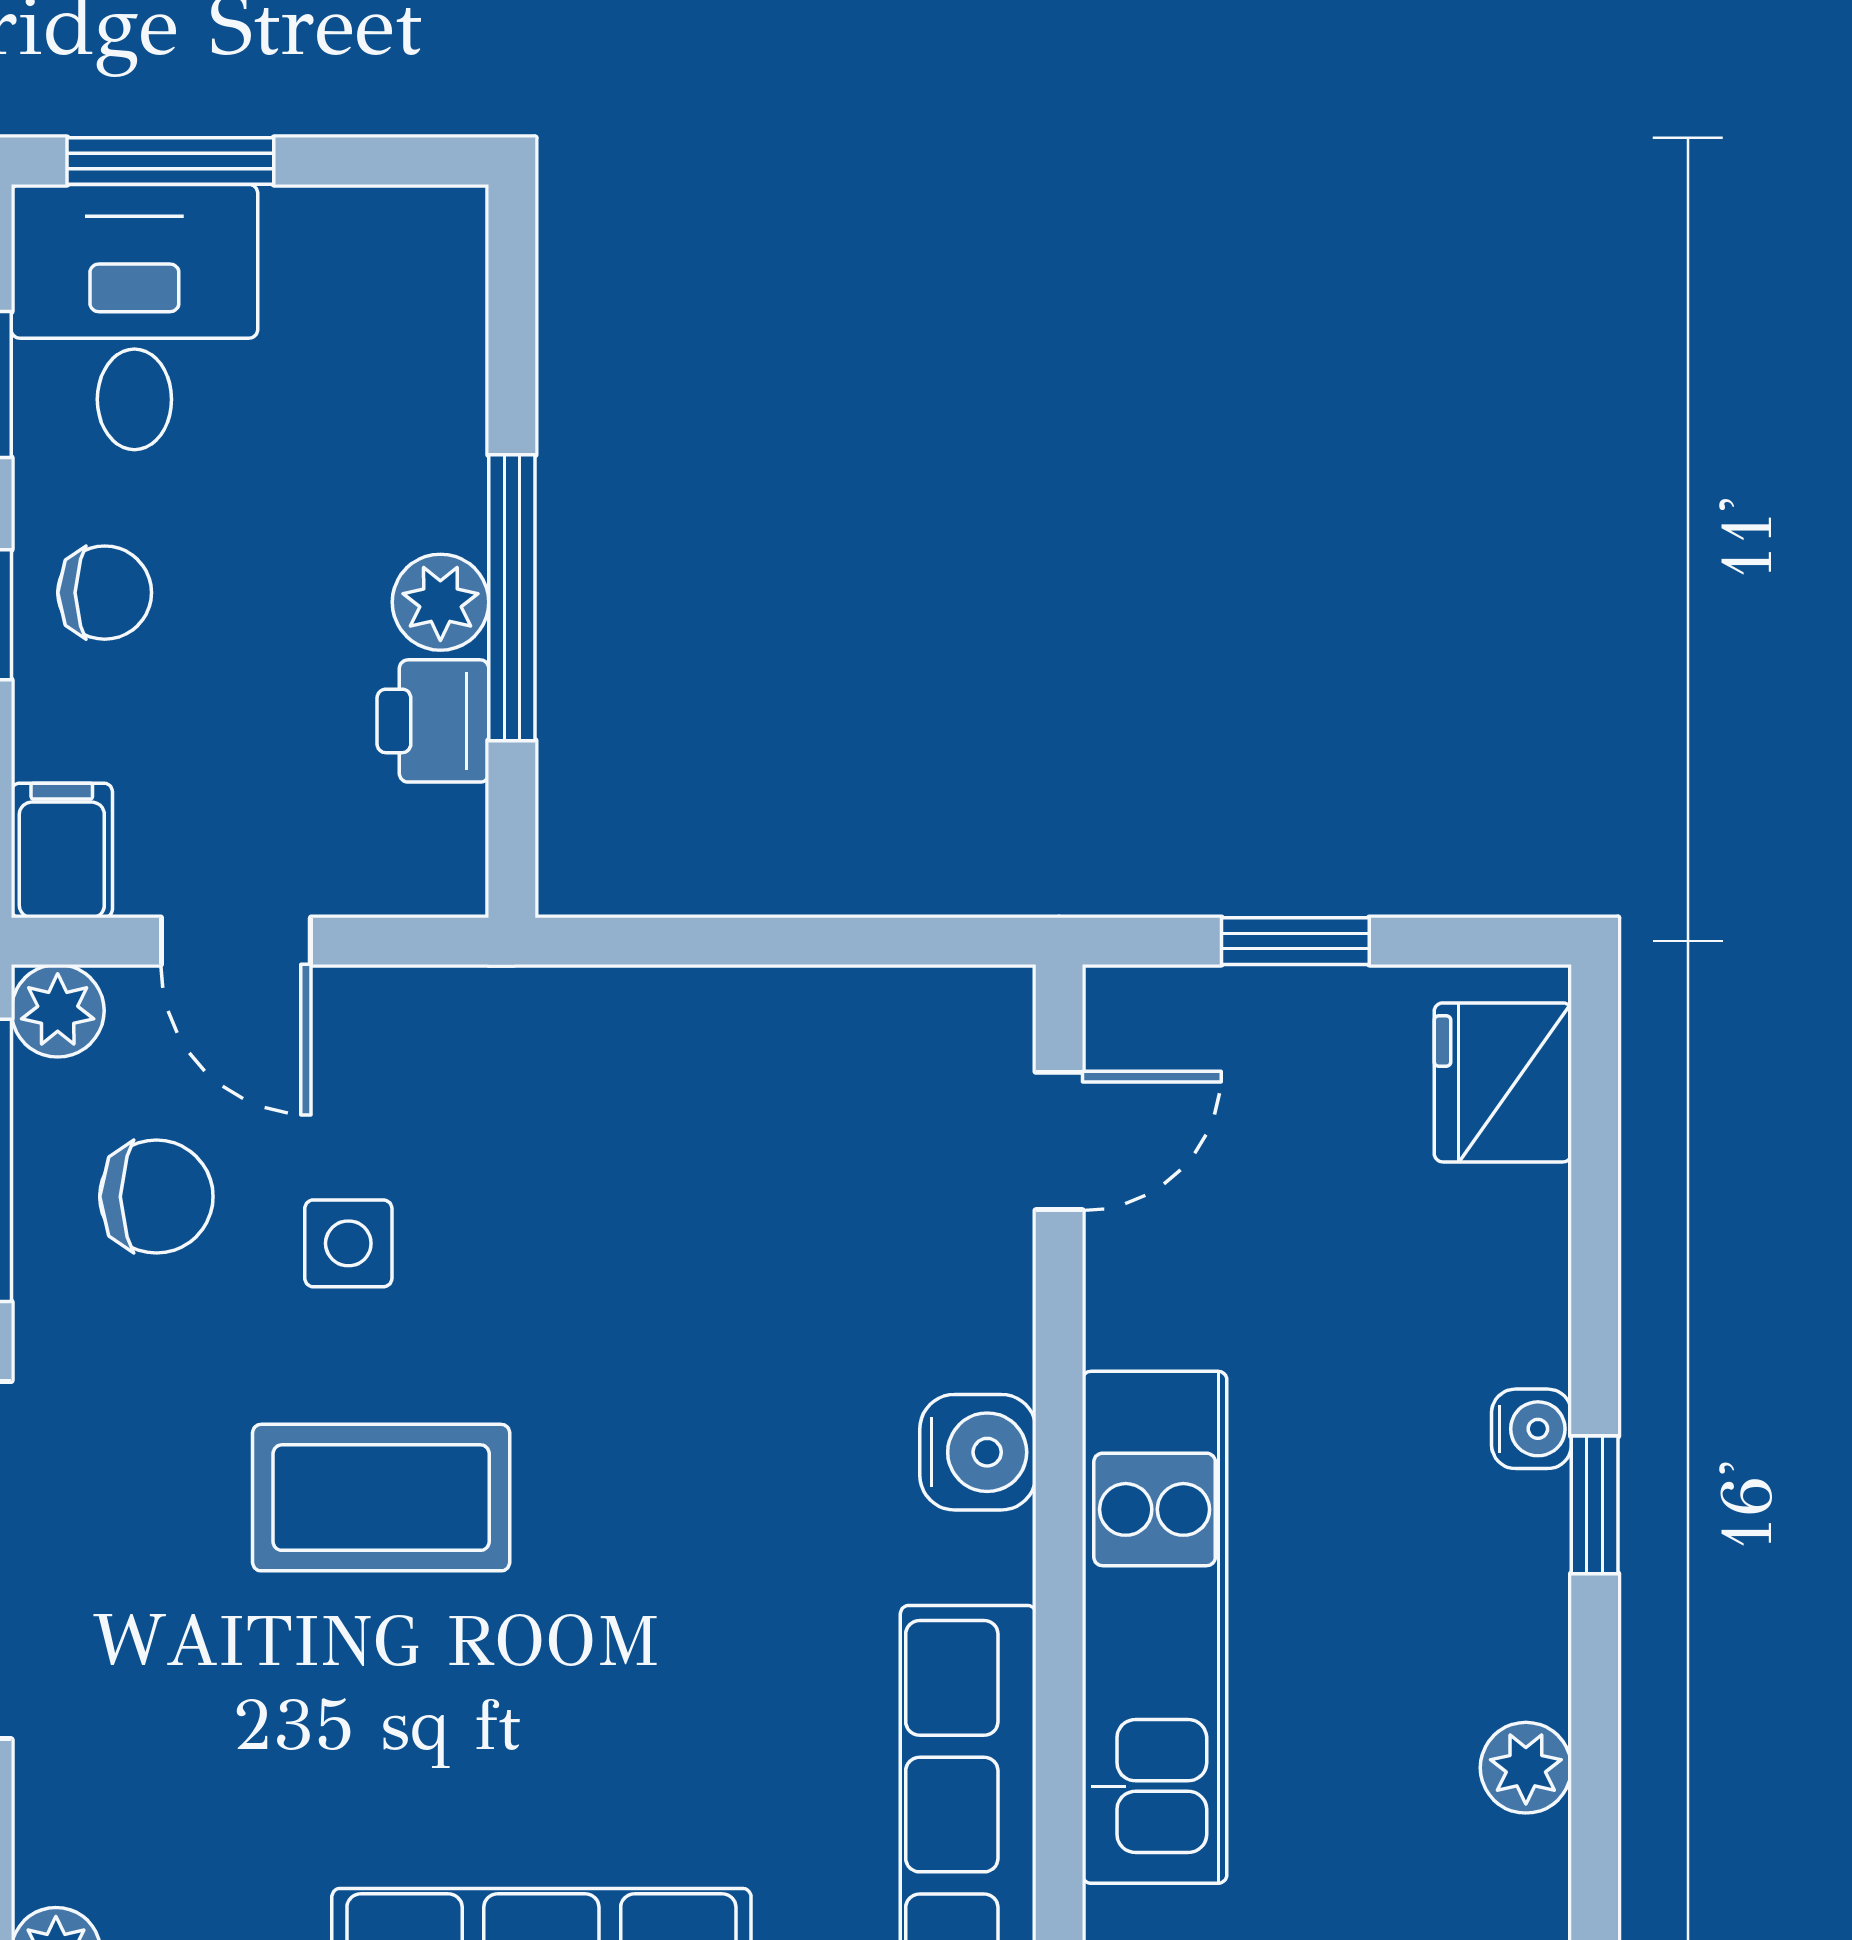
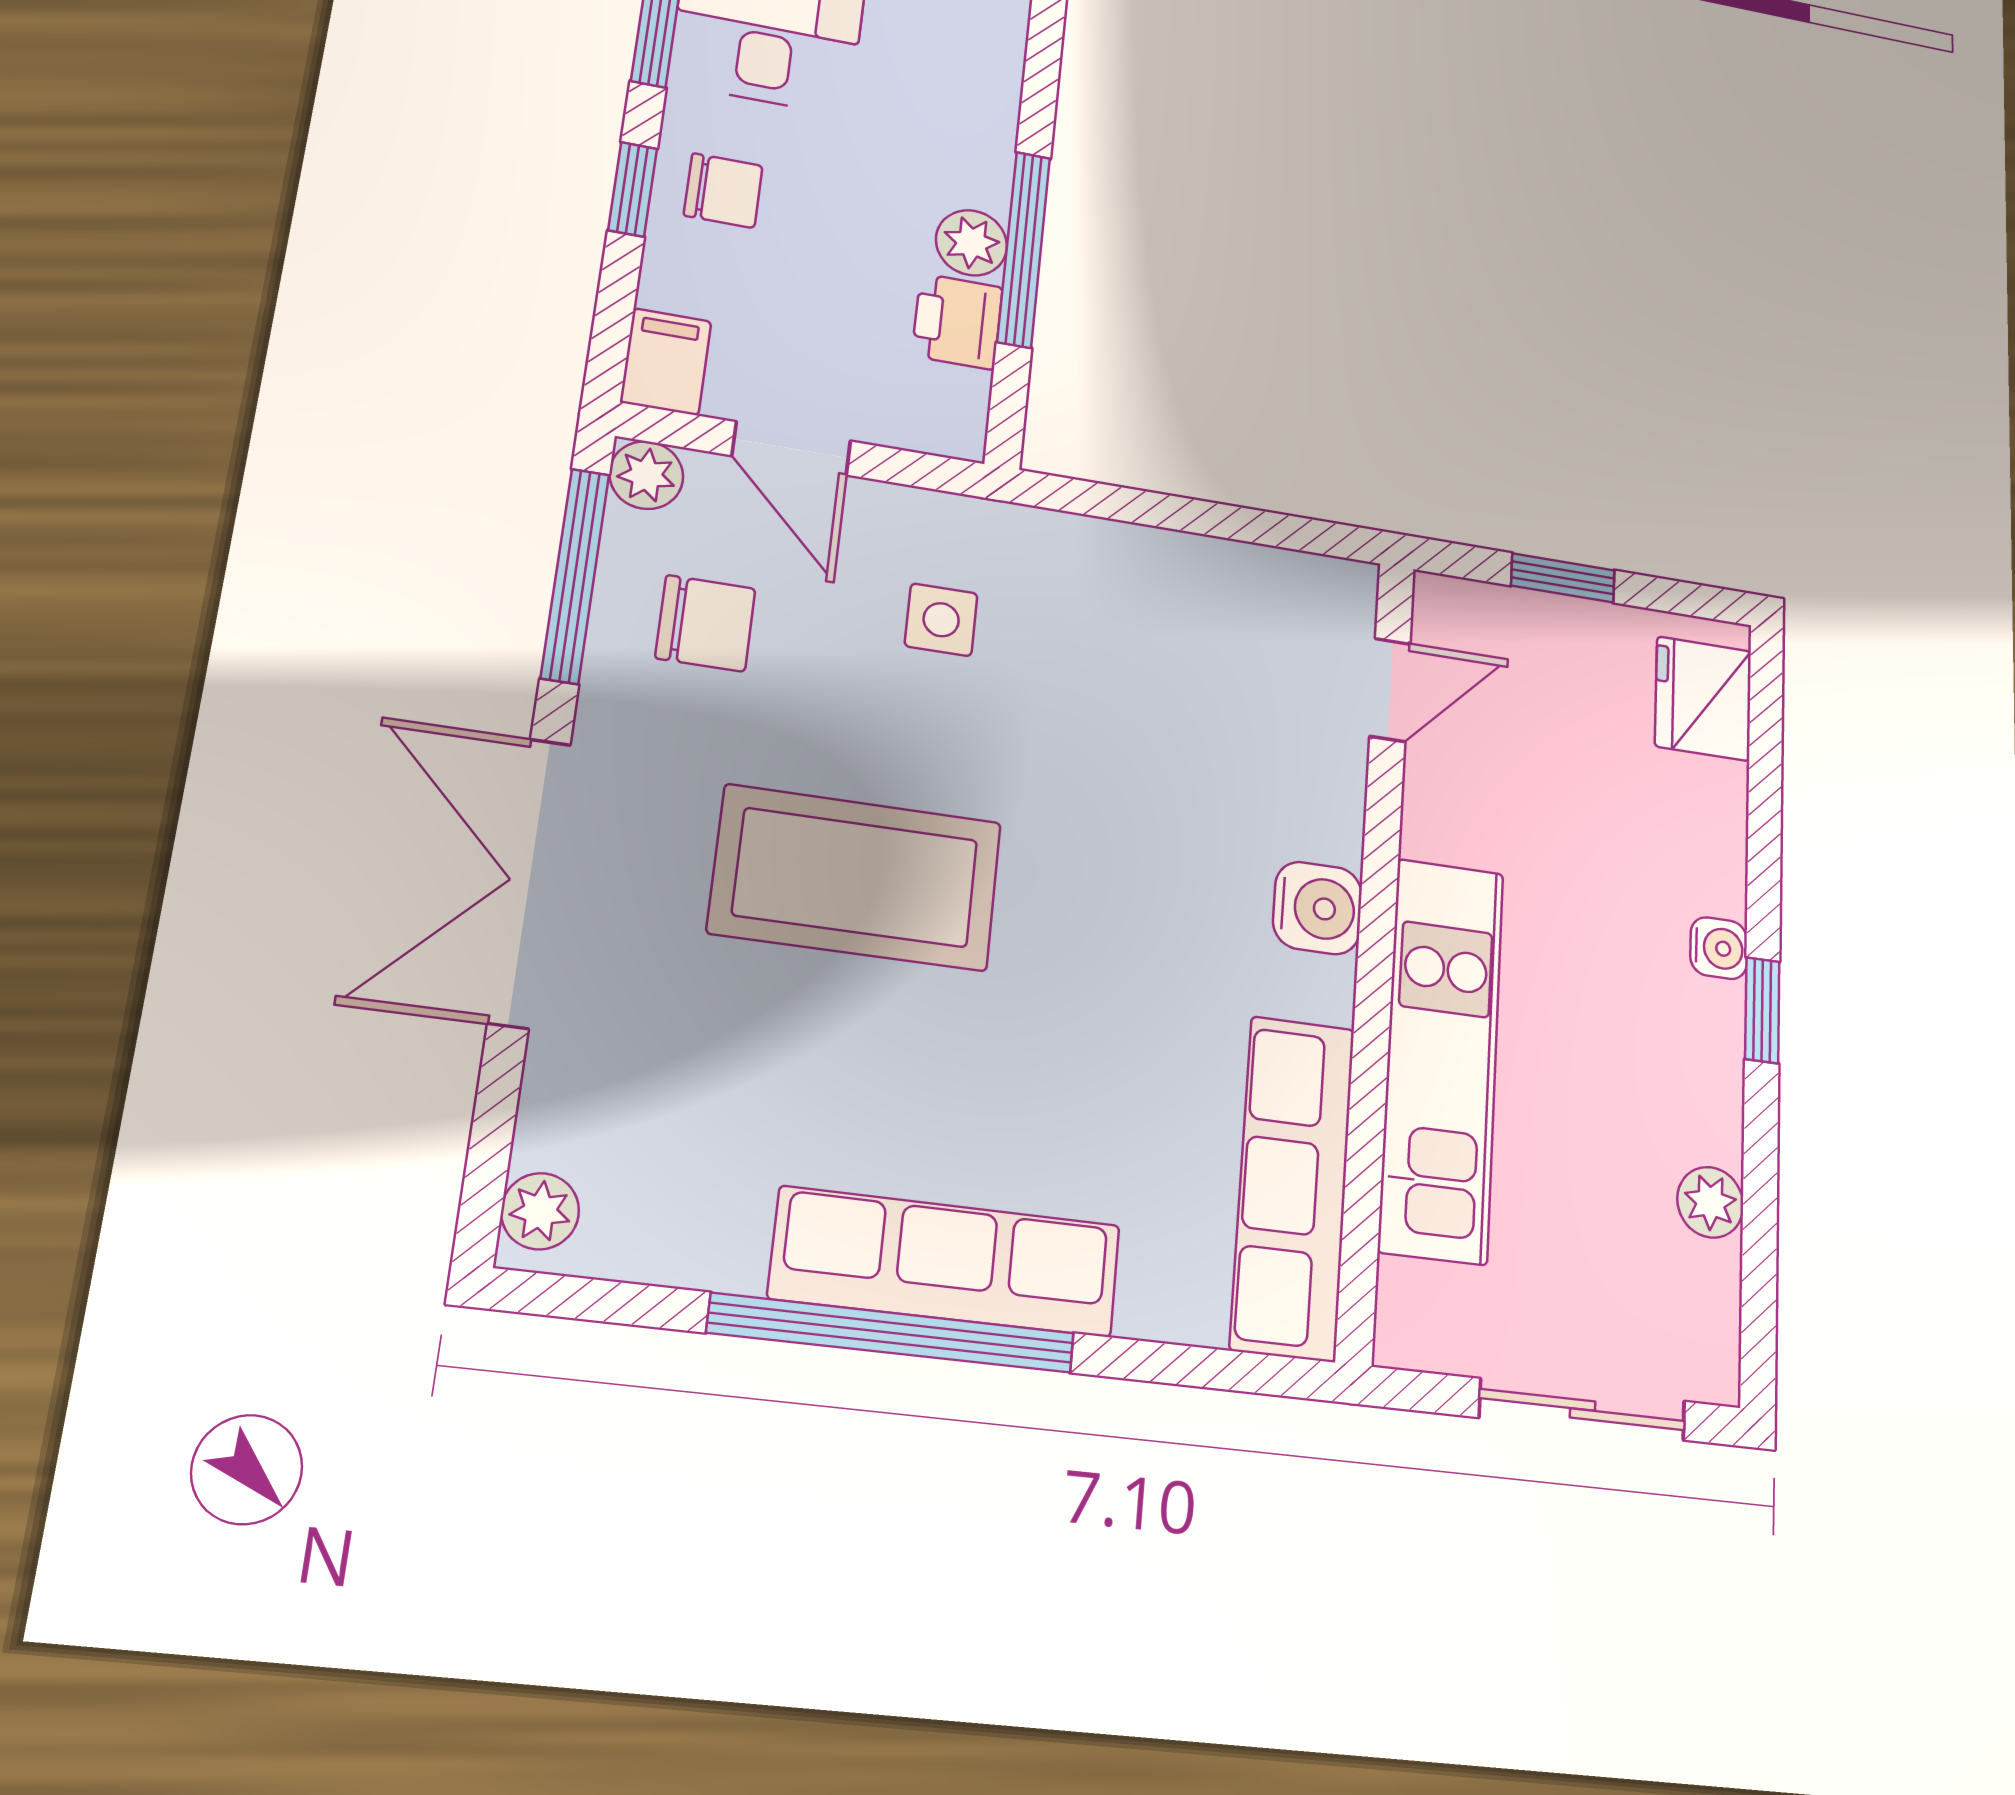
side table: (348, 1243) -> (941, 620), moved
coffee table: (381, 1498) -> (856, 878), width x1.36, depth x1.32

